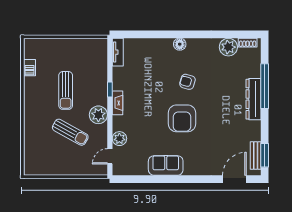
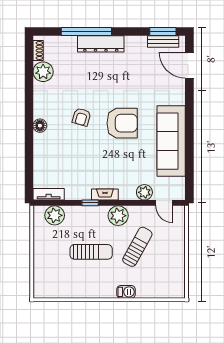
plant: (99, 57) -> (55, 215), added
barbecue: (30, 68) -> (126, 292), moved
sofa: (166, 165) -> (171, 141), width x1.85, depth x1.27

